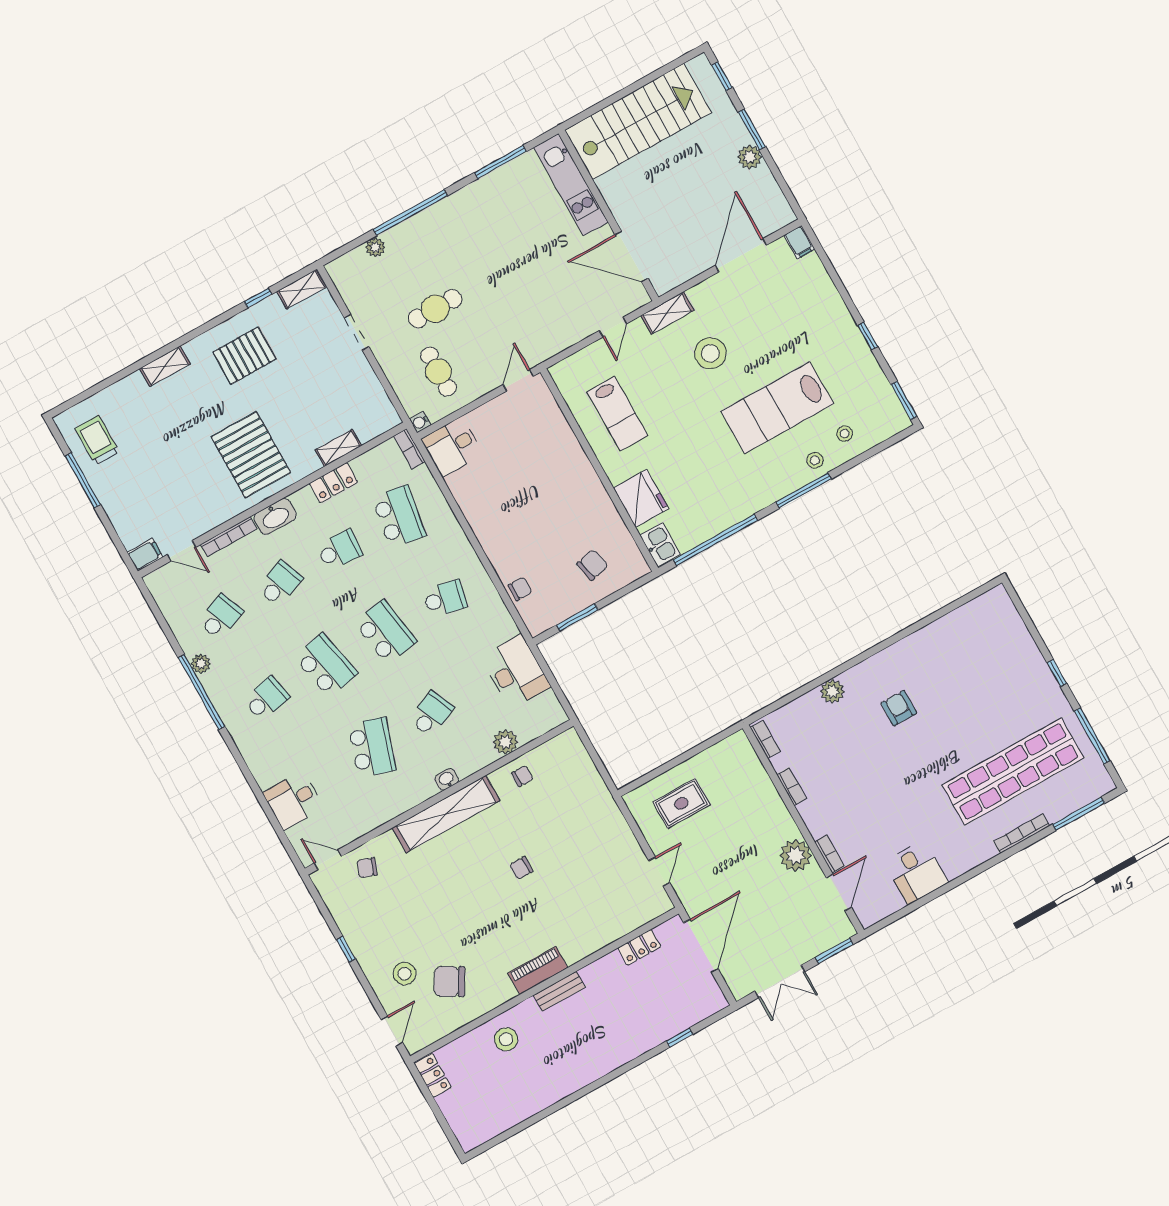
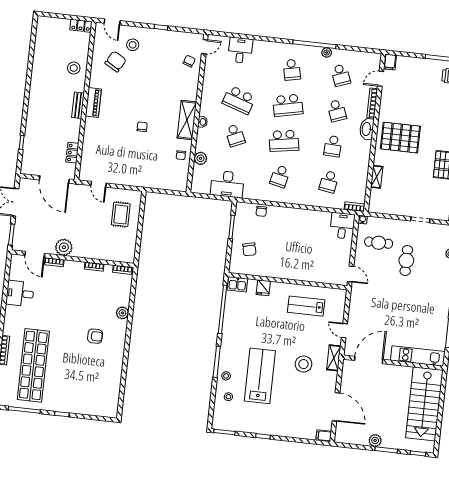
locker: (334, 483) -> (363, 164), removed
fridge: (641, 498) -> (263, 288), width x0.53, depth x0.75
school desk: (399, 517) -> (329, 182), width x0.54
shelving: (446, 814) -> (187, 120), width x0.68

